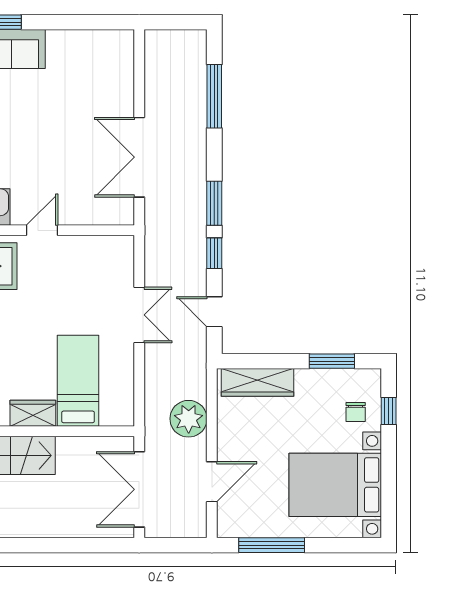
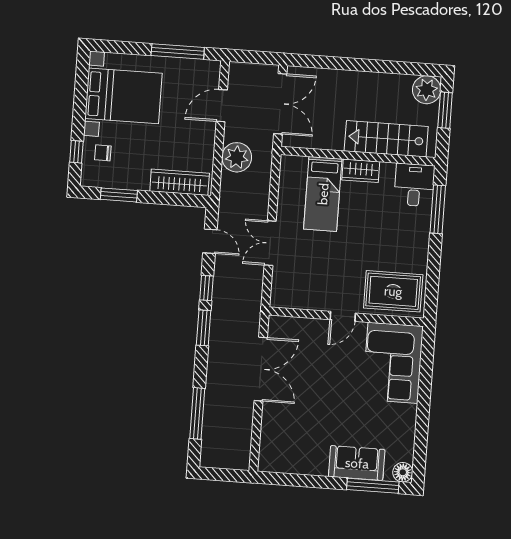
chair: (356, 412) -> (103, 153), turned -90

